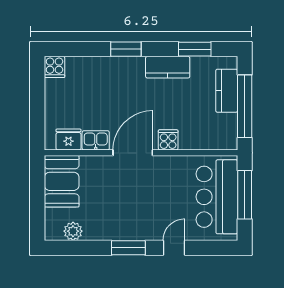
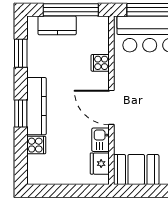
cooker: (54, 67) -> (36, 145), moved
kitchen counter: (168, 67) -> (37, 106), moved, width x1.50
cooker: (168, 140) -> (100, 63), moved

